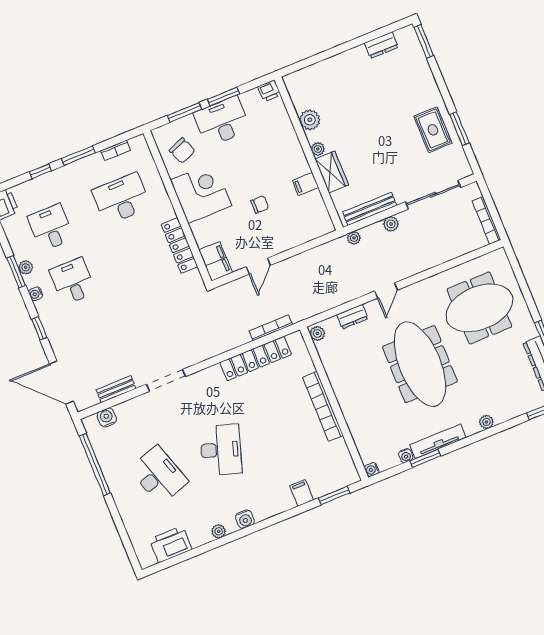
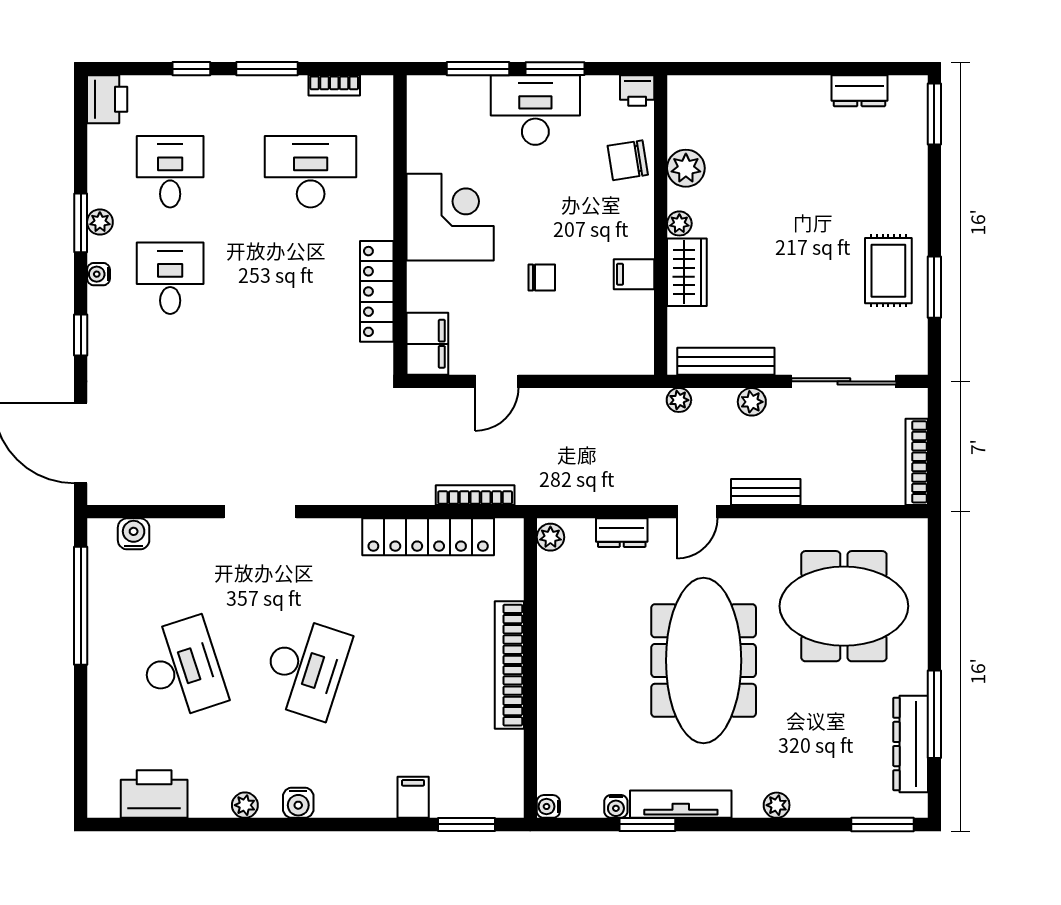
chair: (182, 151) -> (628, 160), moved, turned 103
bench: (116, 389) -> (766, 492), moved

